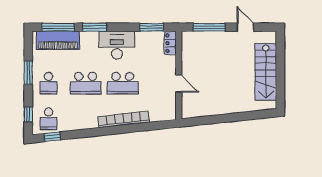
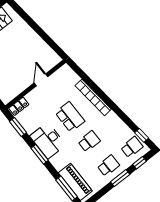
window: (95, 27) -> (40, 154), moved
window: (28, 73) -> (120, 178), moved
school desk: (86, 83) -> (89, 141), width x0.54

